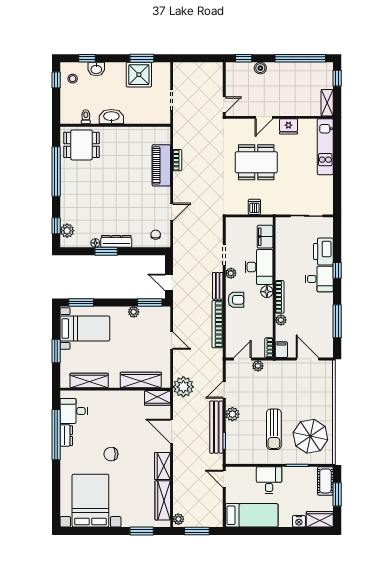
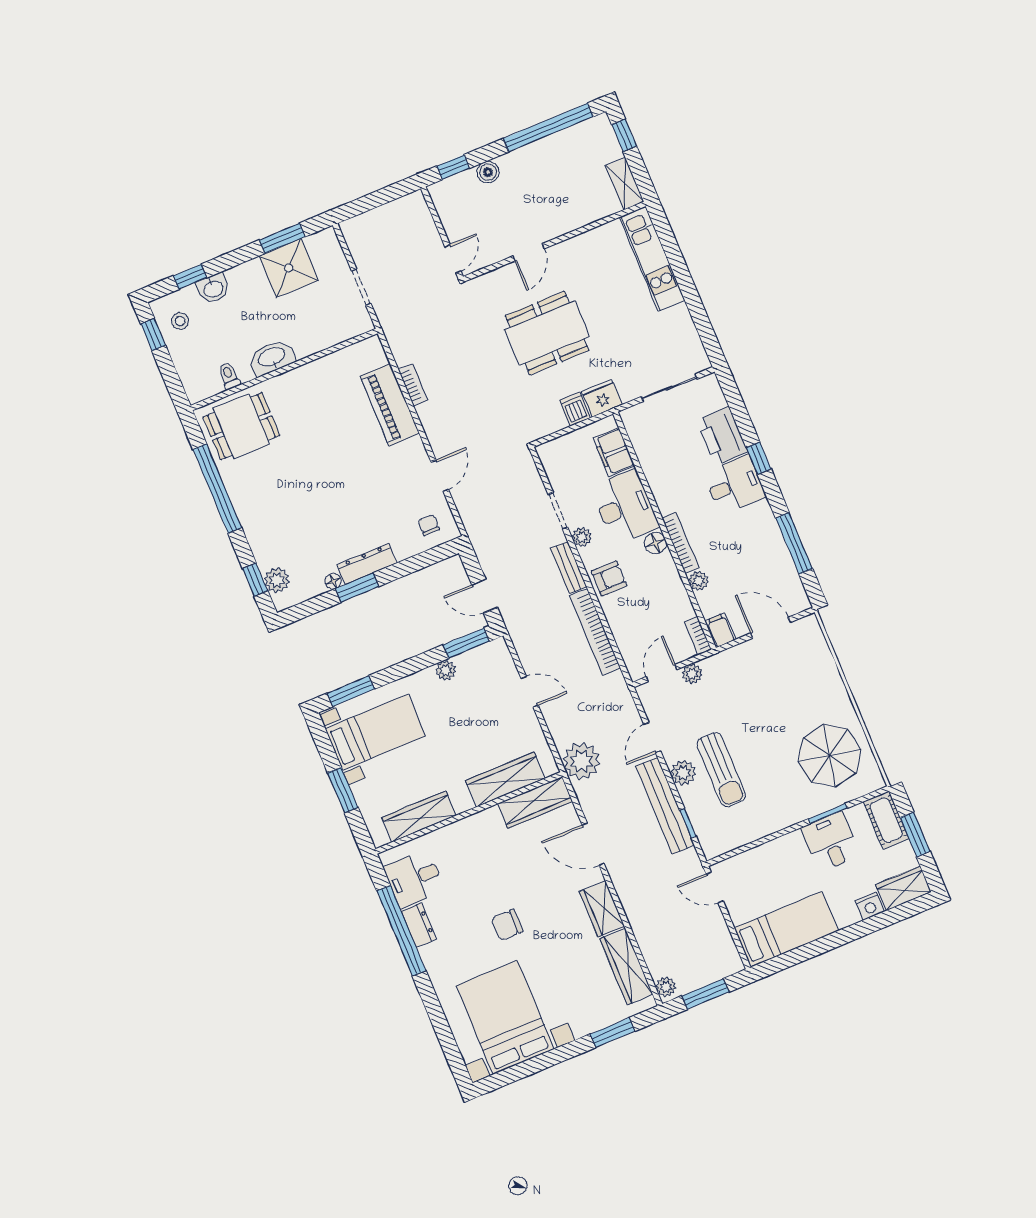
fridge: (289, 126) -> (602, 398), moved, turned 180
wardrobe: (157, 398) -> (535, 803), width x1.50
sun lounger: (274, 429) -> (721, 770), moved
desk: (269, 480) -> (830, 842), moved

